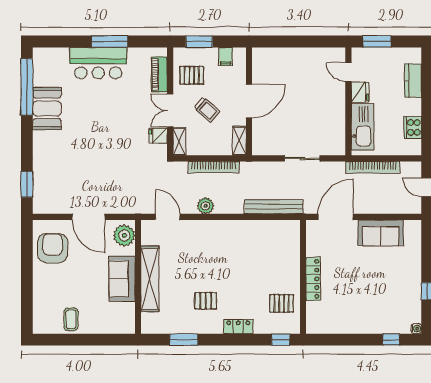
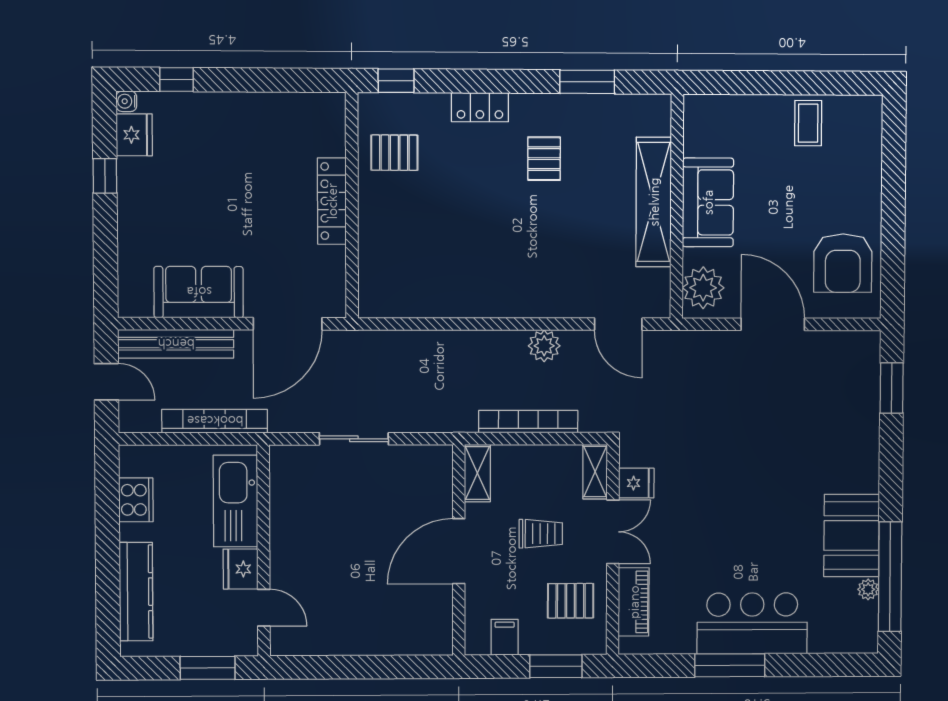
plant: (38, 81) -> (868, 589), added
kitchen counter: (413, 81) -> (136, 592), width x1.50
trolley: (207, 110) -> (541, 534), turned 138
bench: (274, 207) -> (176, 344), moved
pallet: (206, 301) -> (544, 159), turned 90
fridge: (412, 312) -> (134, 135), added

